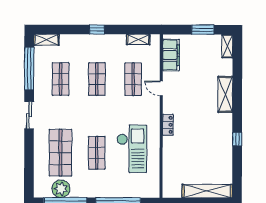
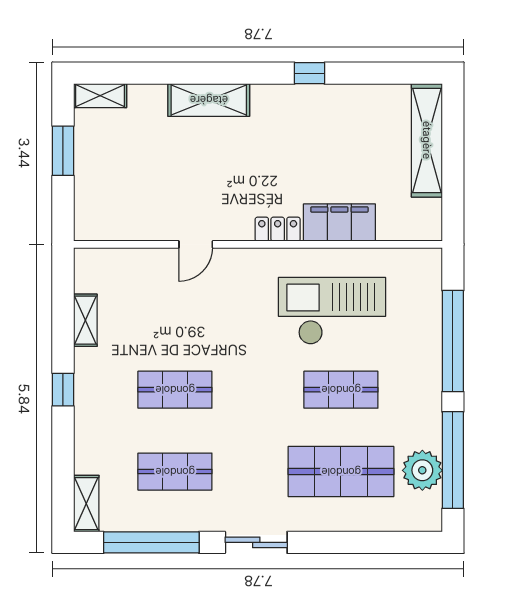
shelving: (138, 39) -> (85, 320), moved
filing cabinet: (171, 55) -> (339, 223), moved
shop shelf: (133, 79) -> (175, 308), removed

